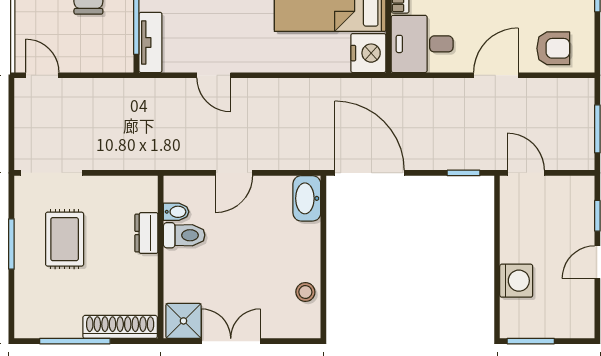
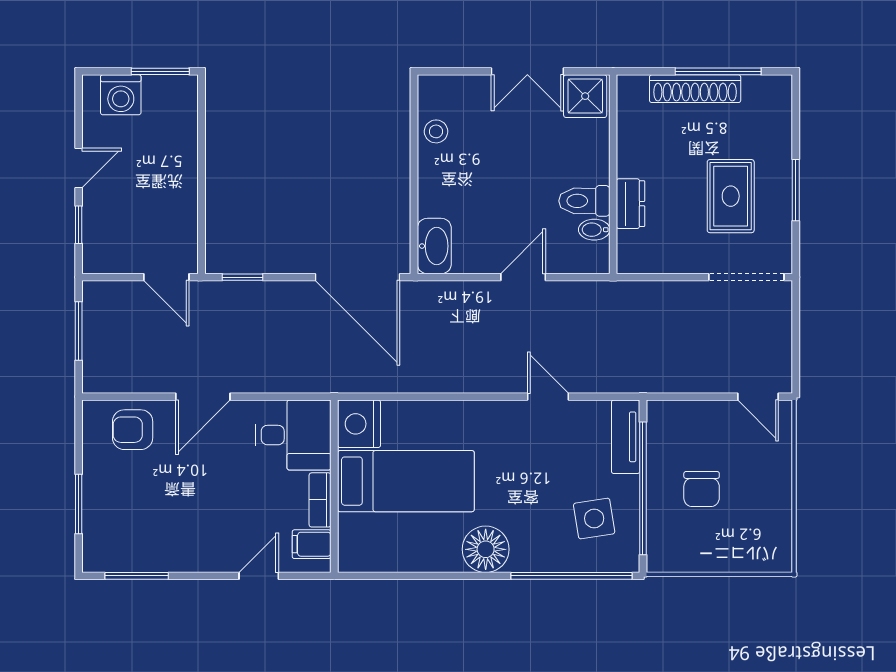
washing machine: (516, 281) -> (121, 95), moved, turned -90
shoe rack: (120, 327) -> (695, 89), moved

